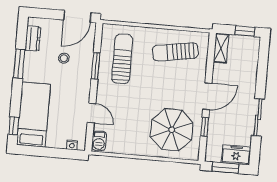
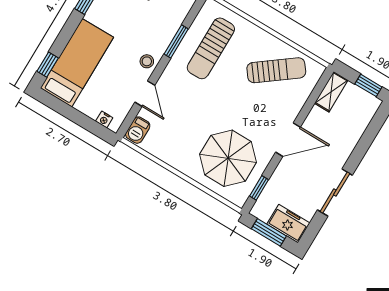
sun lounger: (175, 52) -> (276, 70), turned 152
stool: (64, 58) -> (147, 61), moved
sun lounger: (122, 59) -> (211, 48), turned 180
window: (205, 127) -> (259, 188), moved

